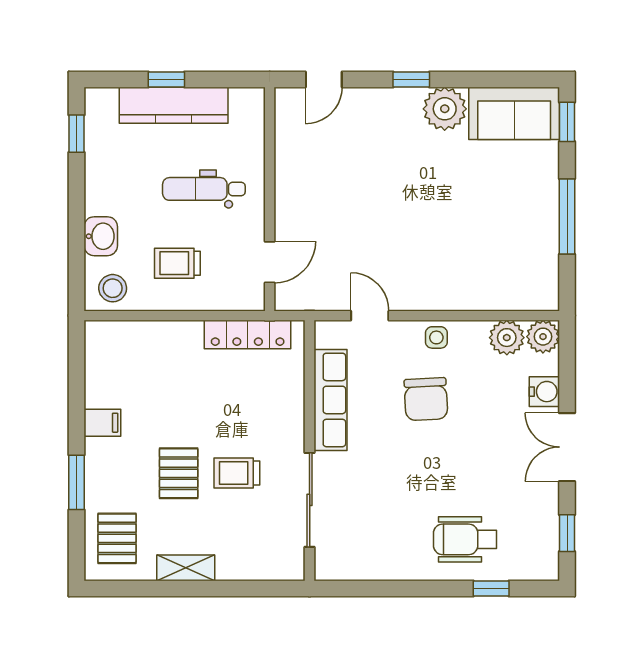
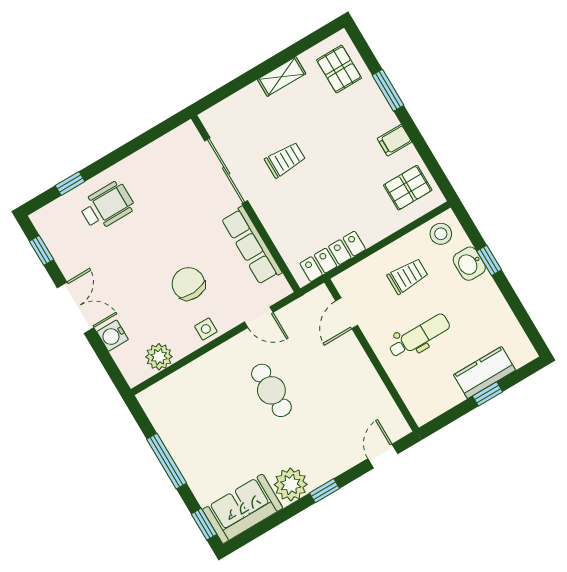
kitchen counter: (174, 105) -> (485, 373), width x0.67
window: (76, 134) -> (489, 260), moved
cafe table: (404, 226) -> (271, 390), added
plant: (543, 337) -> (135, 372), removed
pallet: (179, 473) -> (408, 188), moved, turned 90

